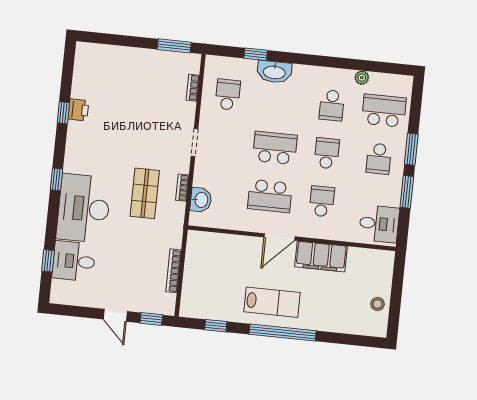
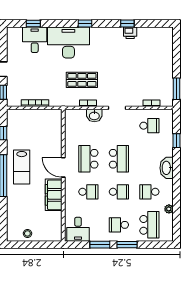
washbasin: (274, 72) -> (167, 168), moved
washbasin: (201, 200) -> (94, 116), moved

